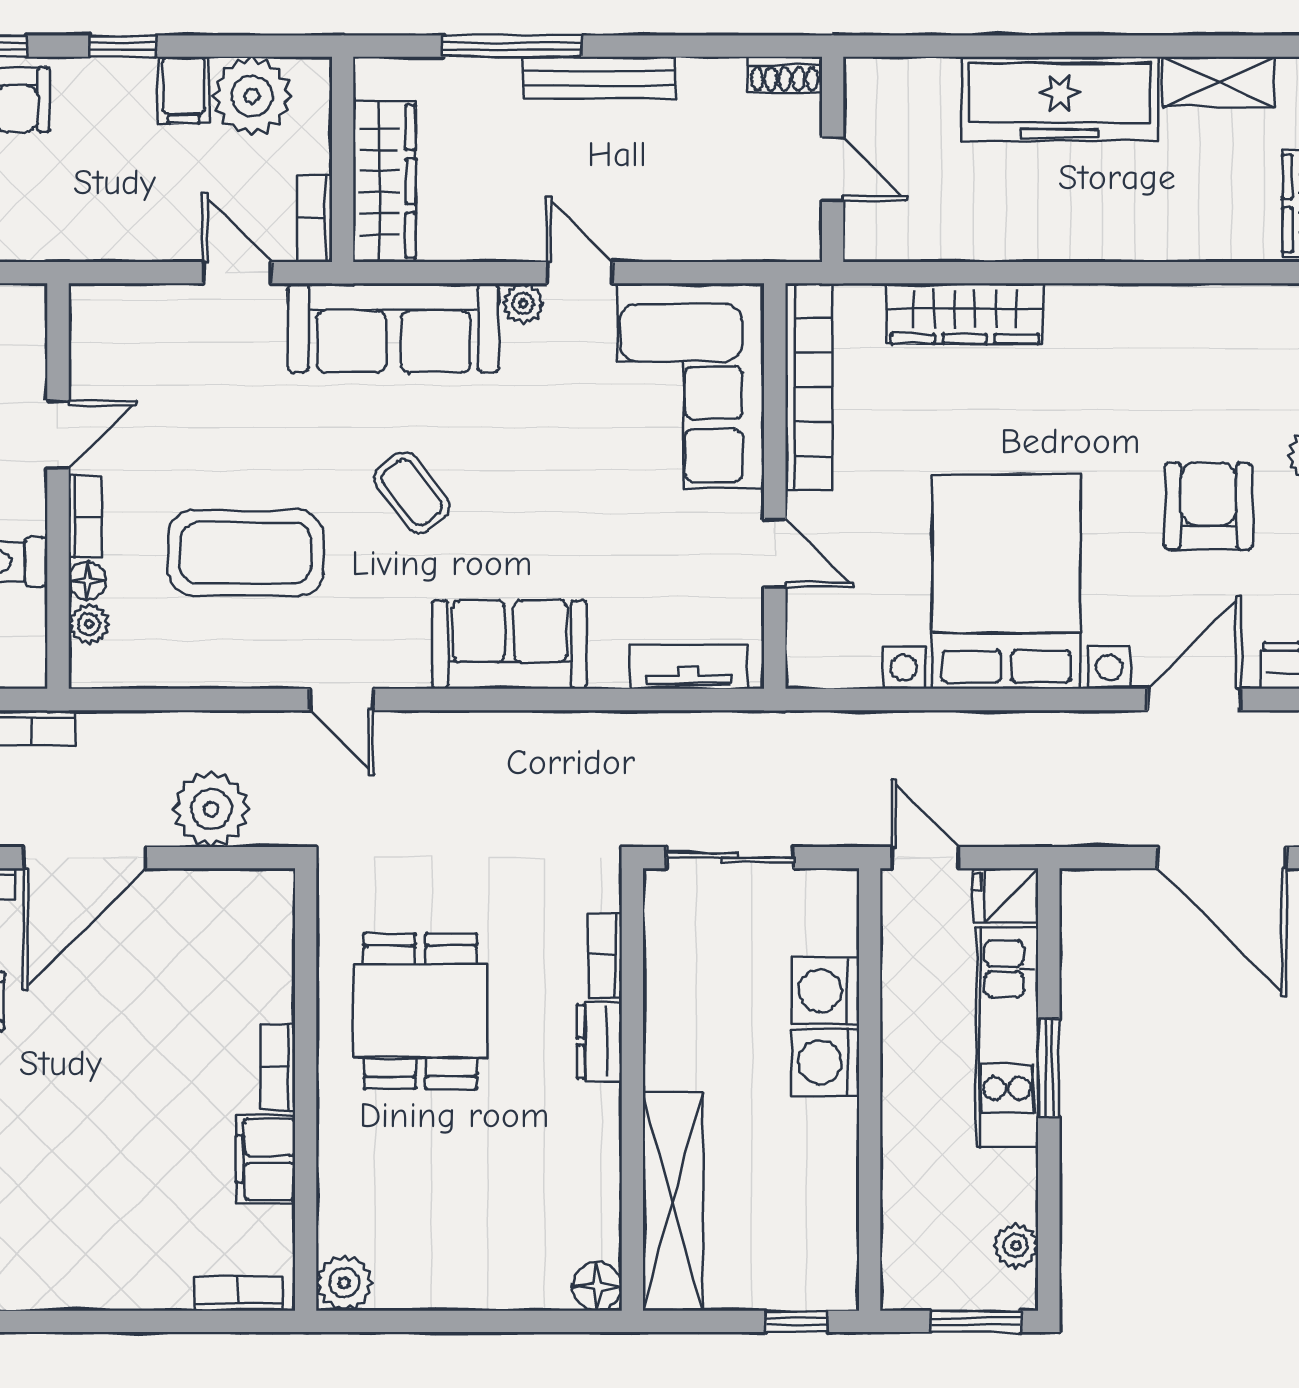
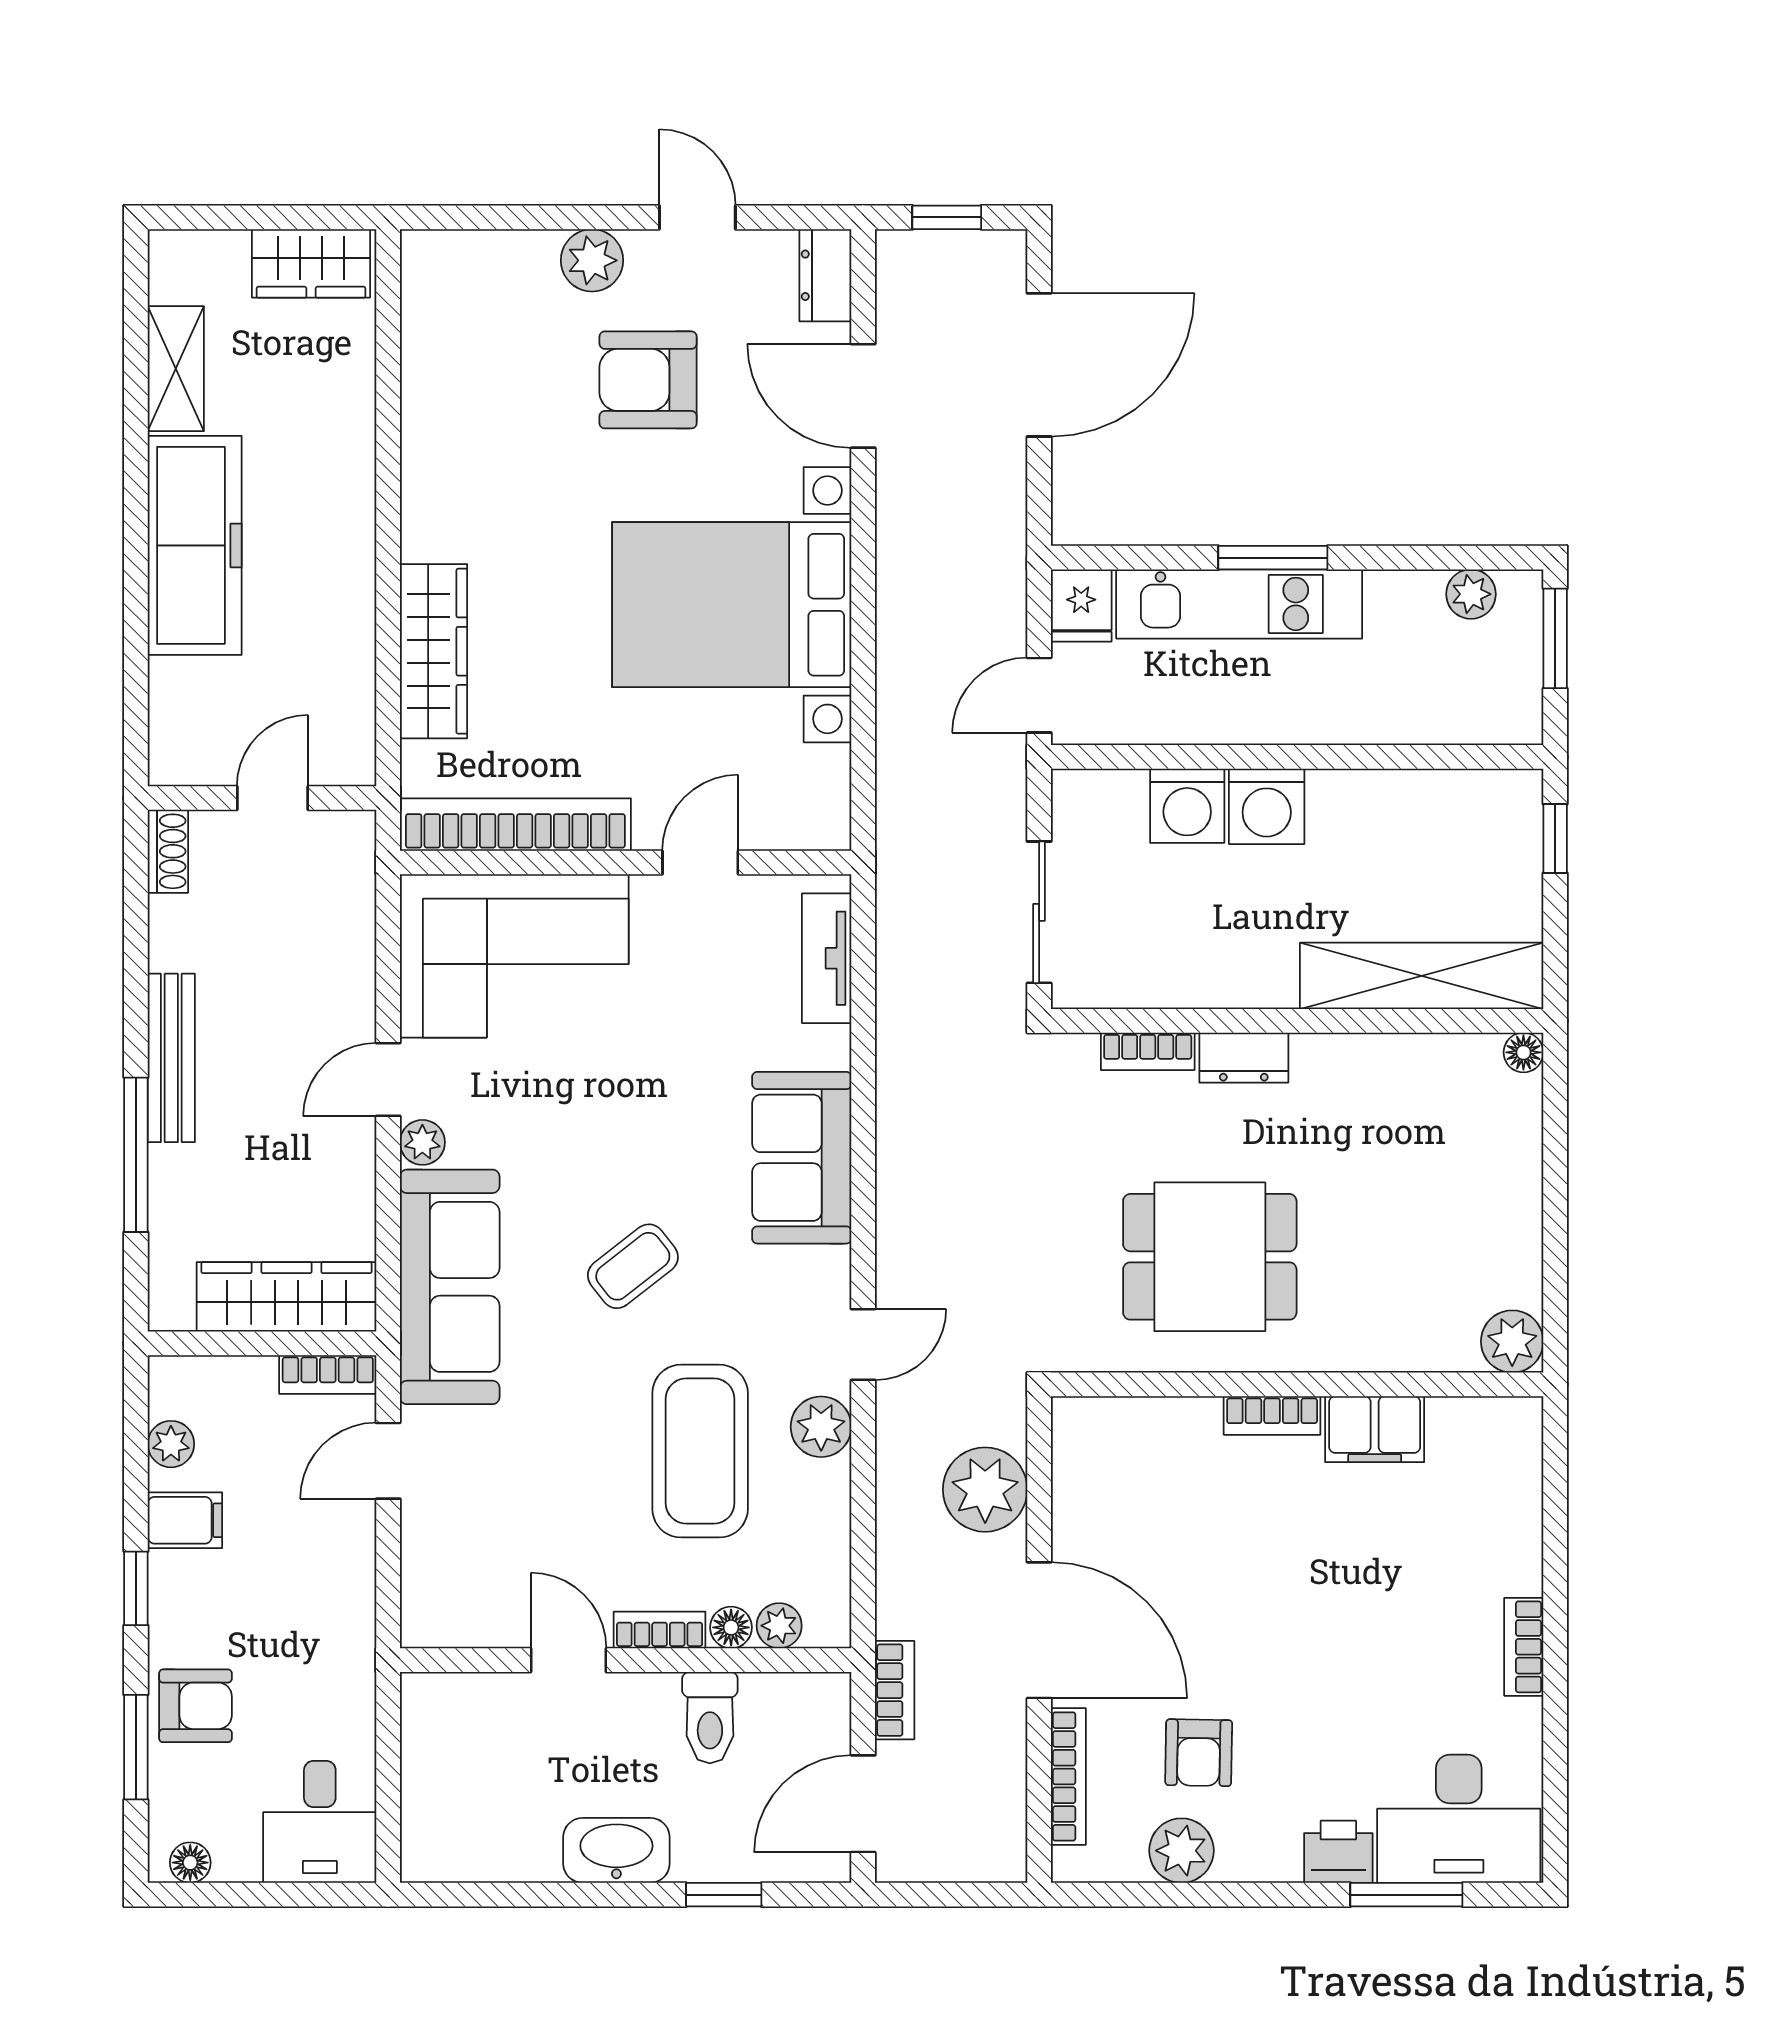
plant: (252, 96) -> (171, 1444), width x0.53, depth x0.53
plant: (268, 662) -> (821, 1427), added
floor lamp: (597, 1286) -> (1523, 1052), width x0.73, depth x0.73
bookcase: (239, 1293) -> (1524, 1647), moved

